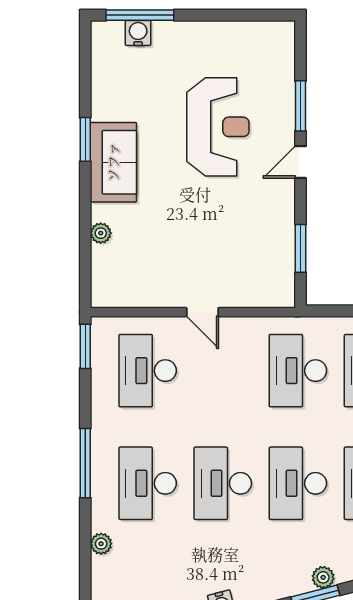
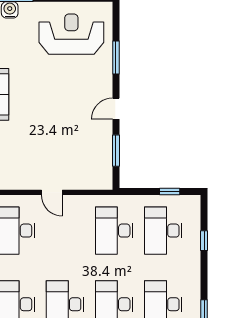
reception desk: (218, 127) -> (71, 34), moved, turned -90
door: (301, 162) -> (116, 109), moved

